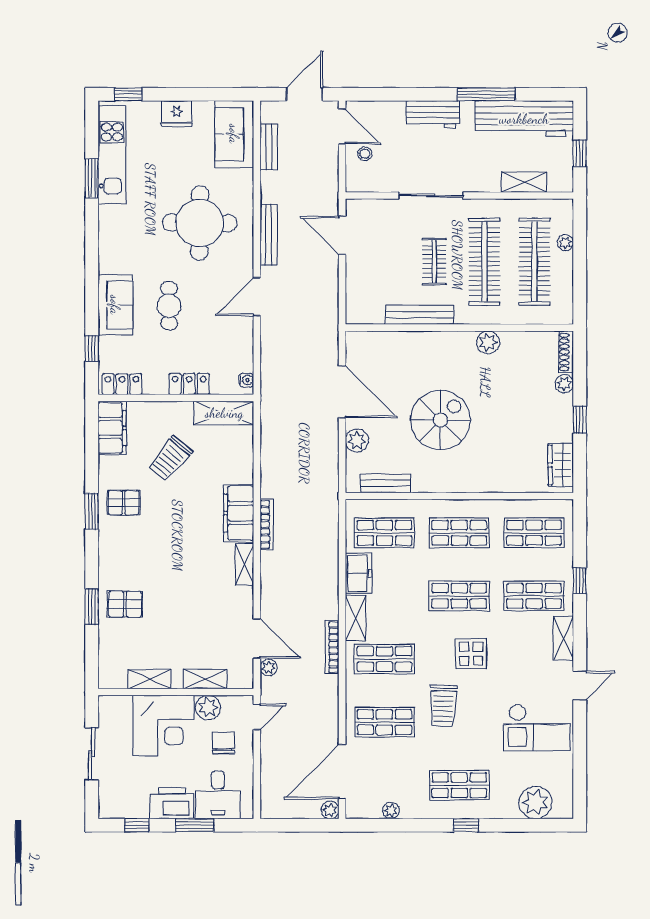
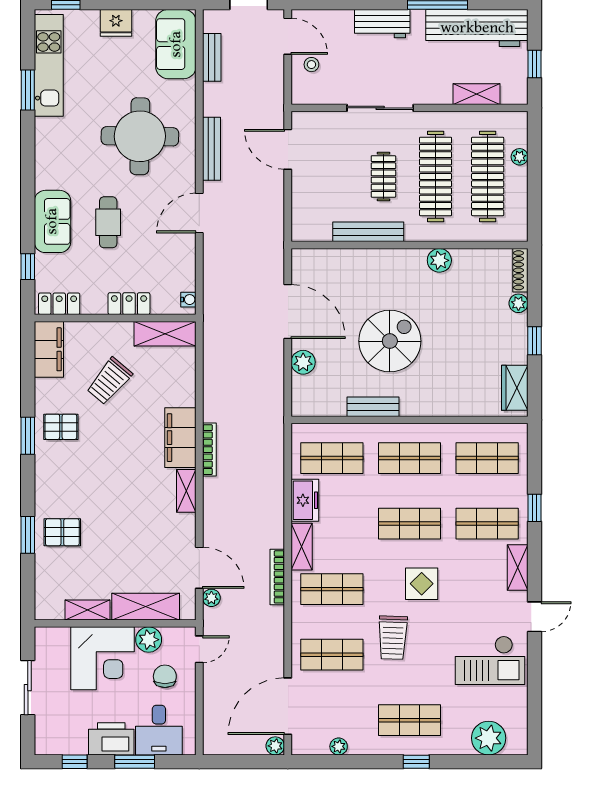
bench: (385, 483) -> (373, 407), moved
shelving: (205, 679) -> (146, 607), width x1.50, depth x1.33

